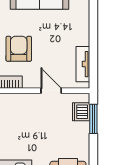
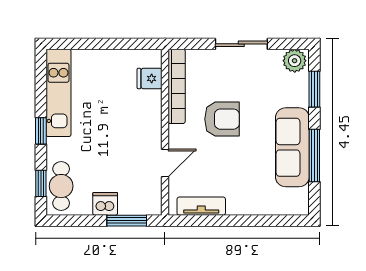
dishwasher: (81, 112) -> (105, 204), moved

